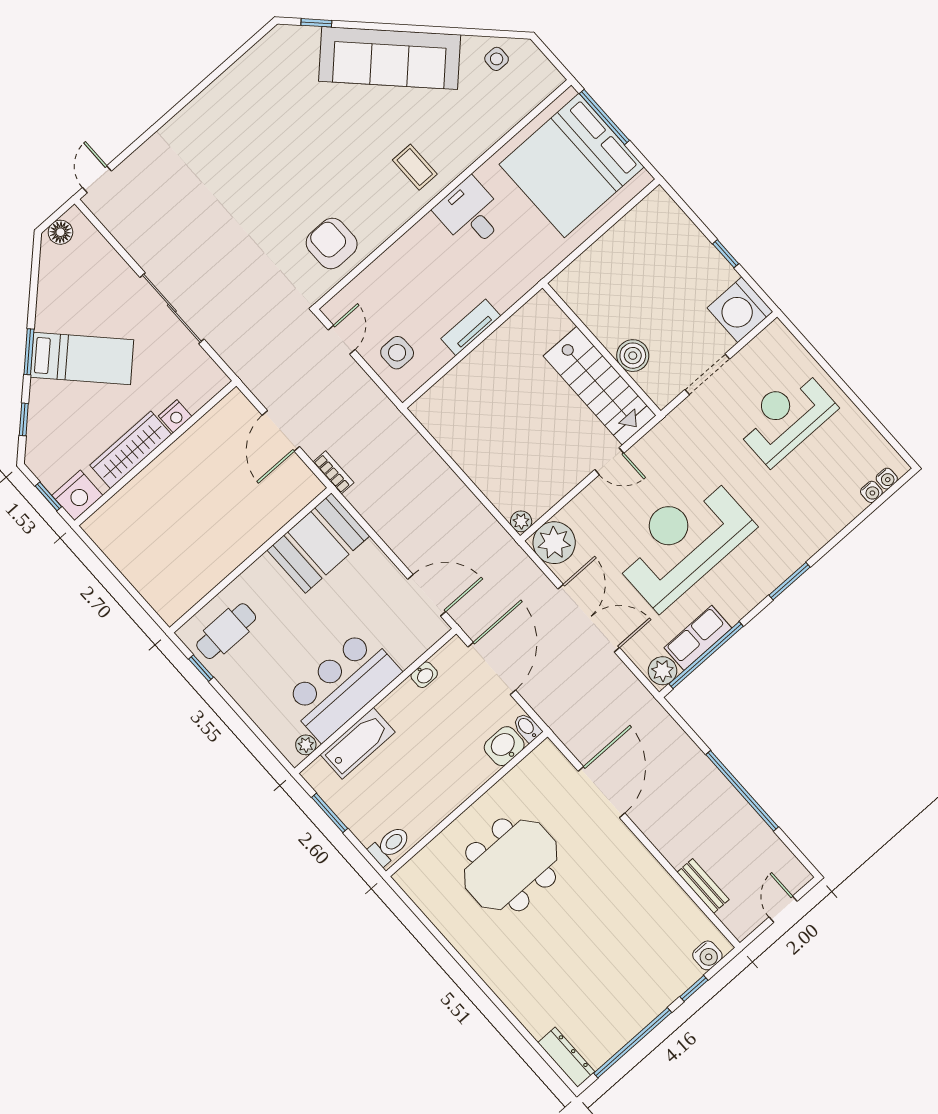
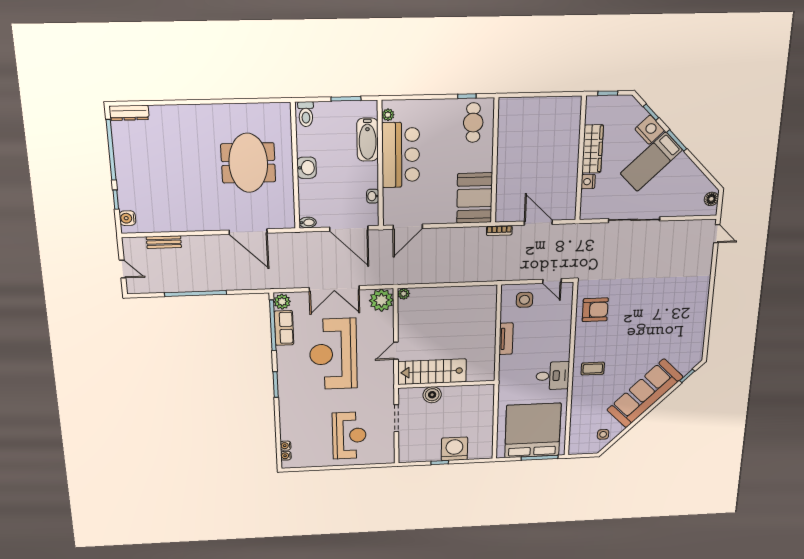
washing machine: (740, 310) -> (454, 449), moved
nightstand: (77, 495) -> (650, 130), moved, turned 136
reception desk: (682, 541) -> (333, 354), turned 180
washbasin: (504, 746) -> (307, 168), moved

